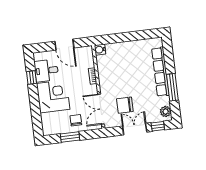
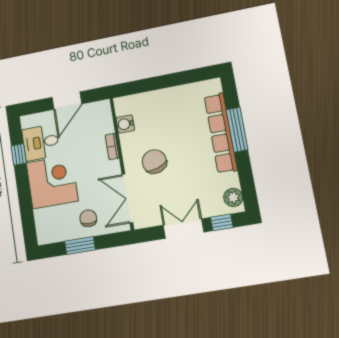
door: (64, 45) -> (67, 101), hinge flipped
water cooler: (100, 50) -> (125, 124), moved
window: (172, 87) -> (237, 130), moved
chair: (125, 105) -> (154, 162), moved, turned 72

